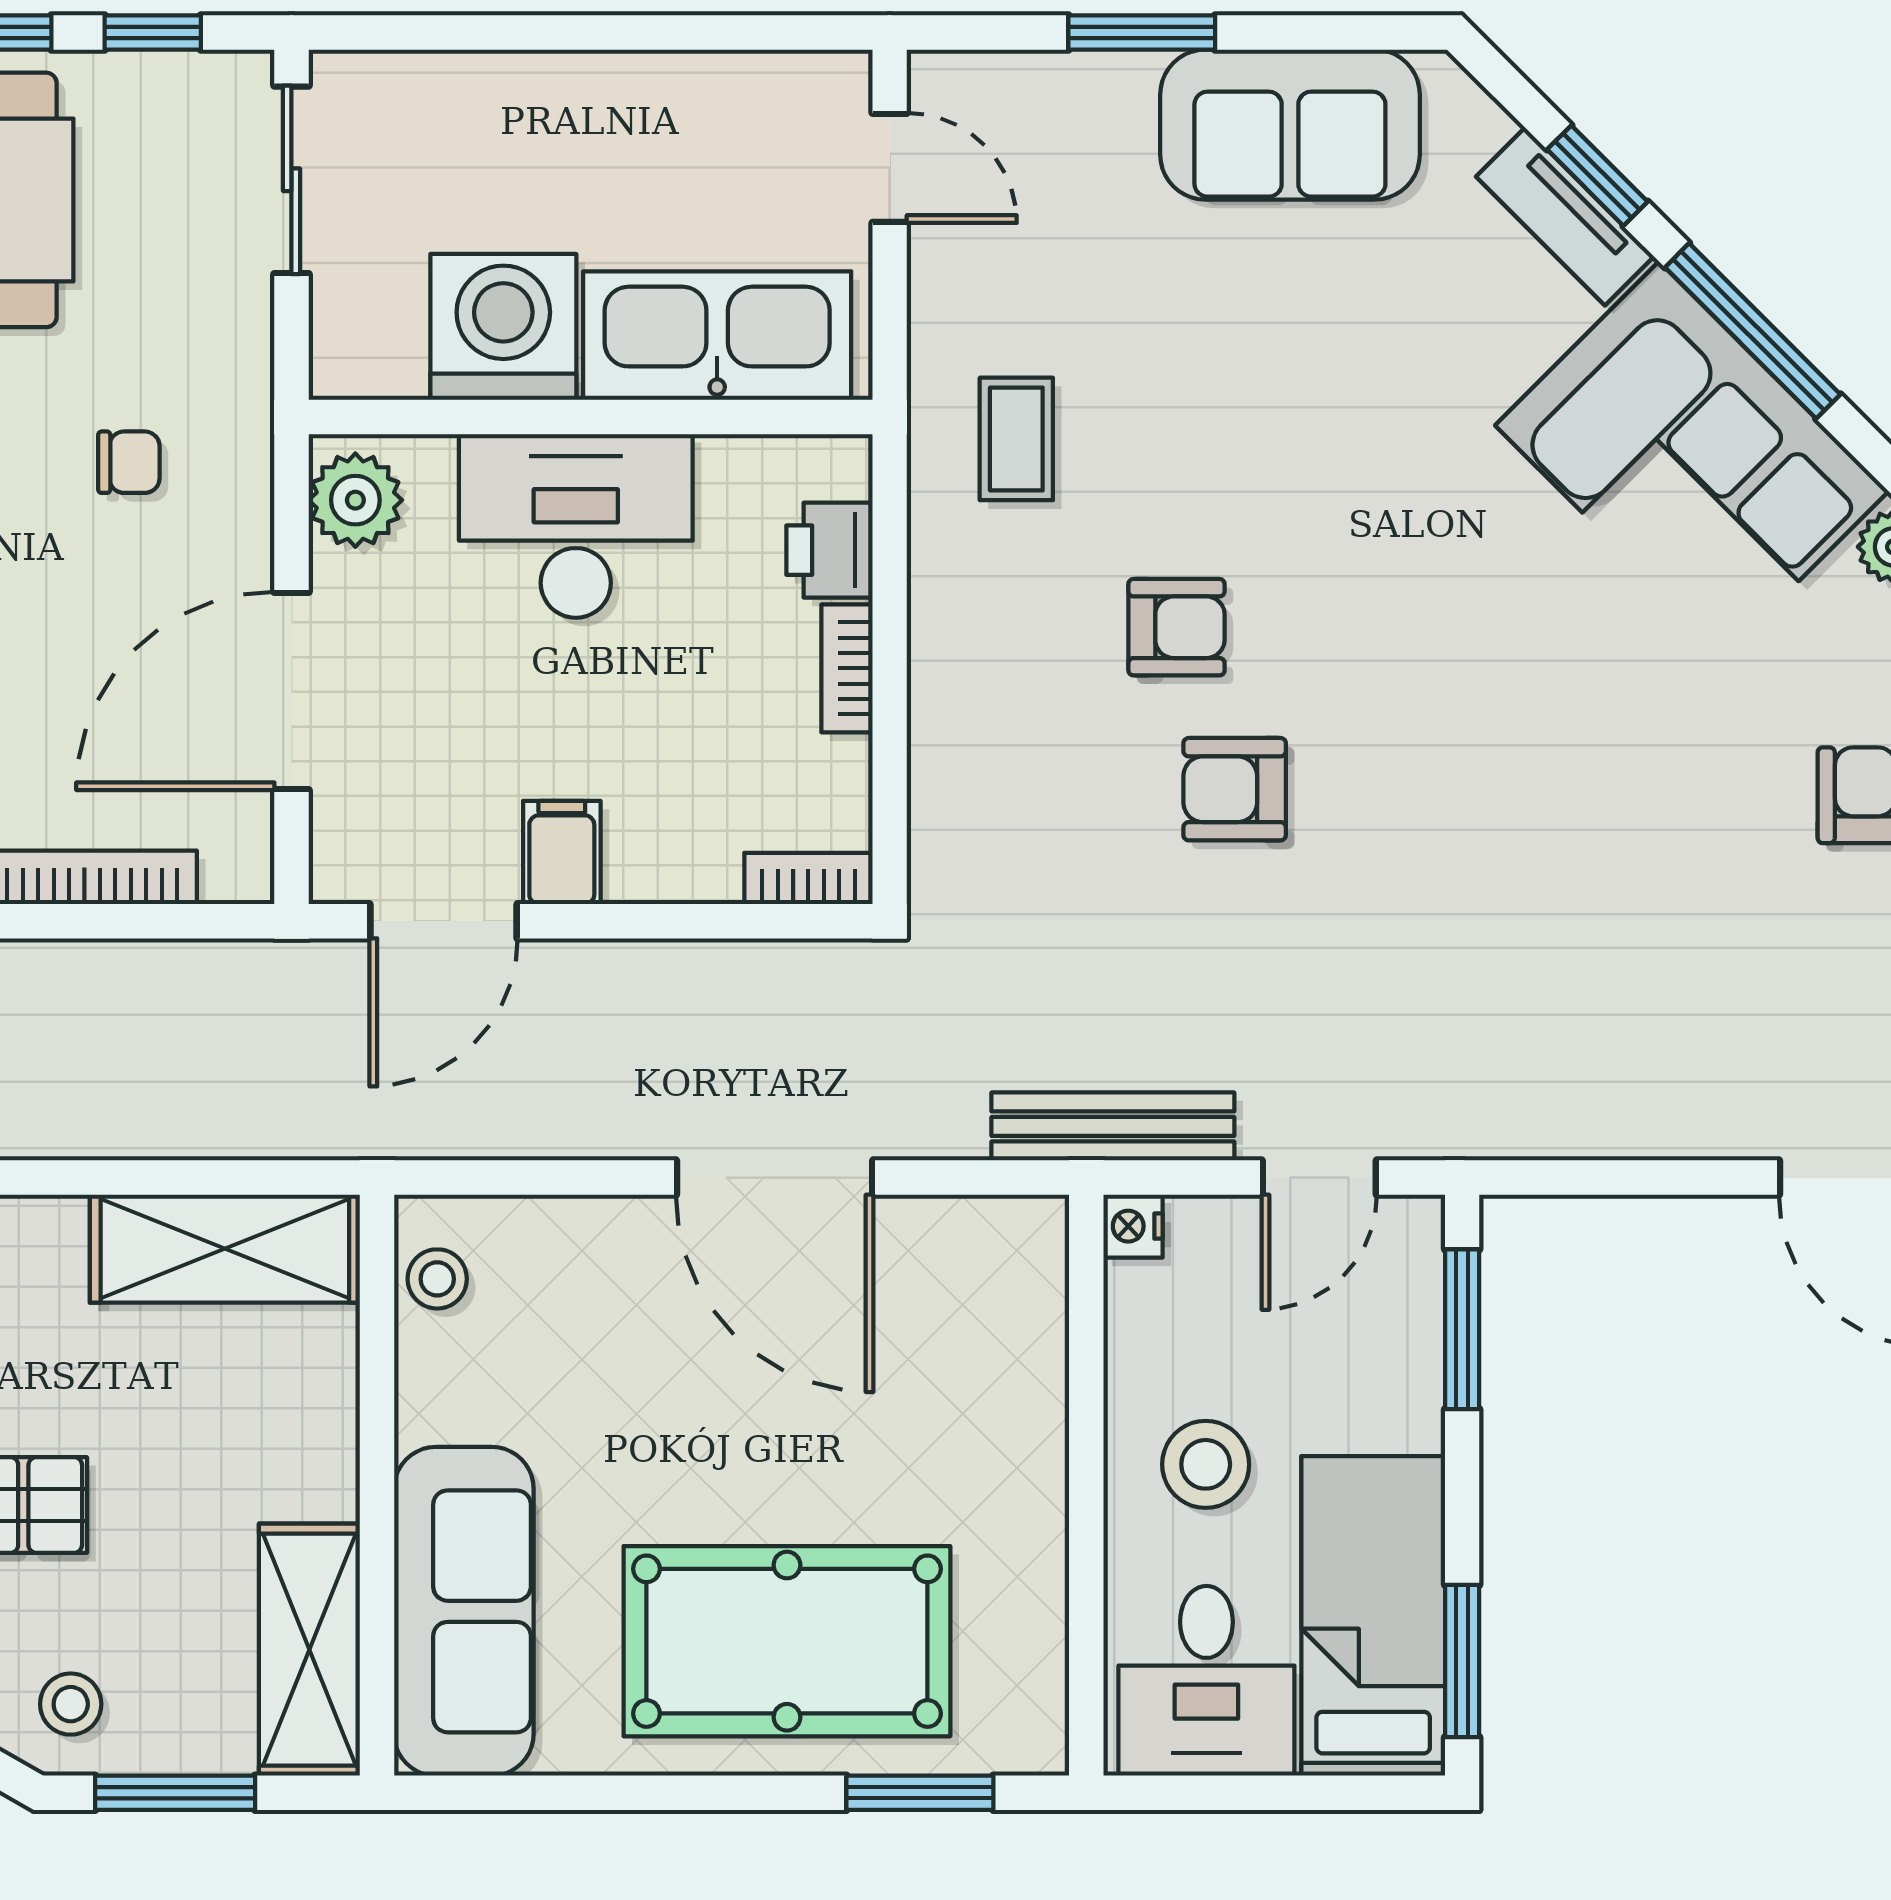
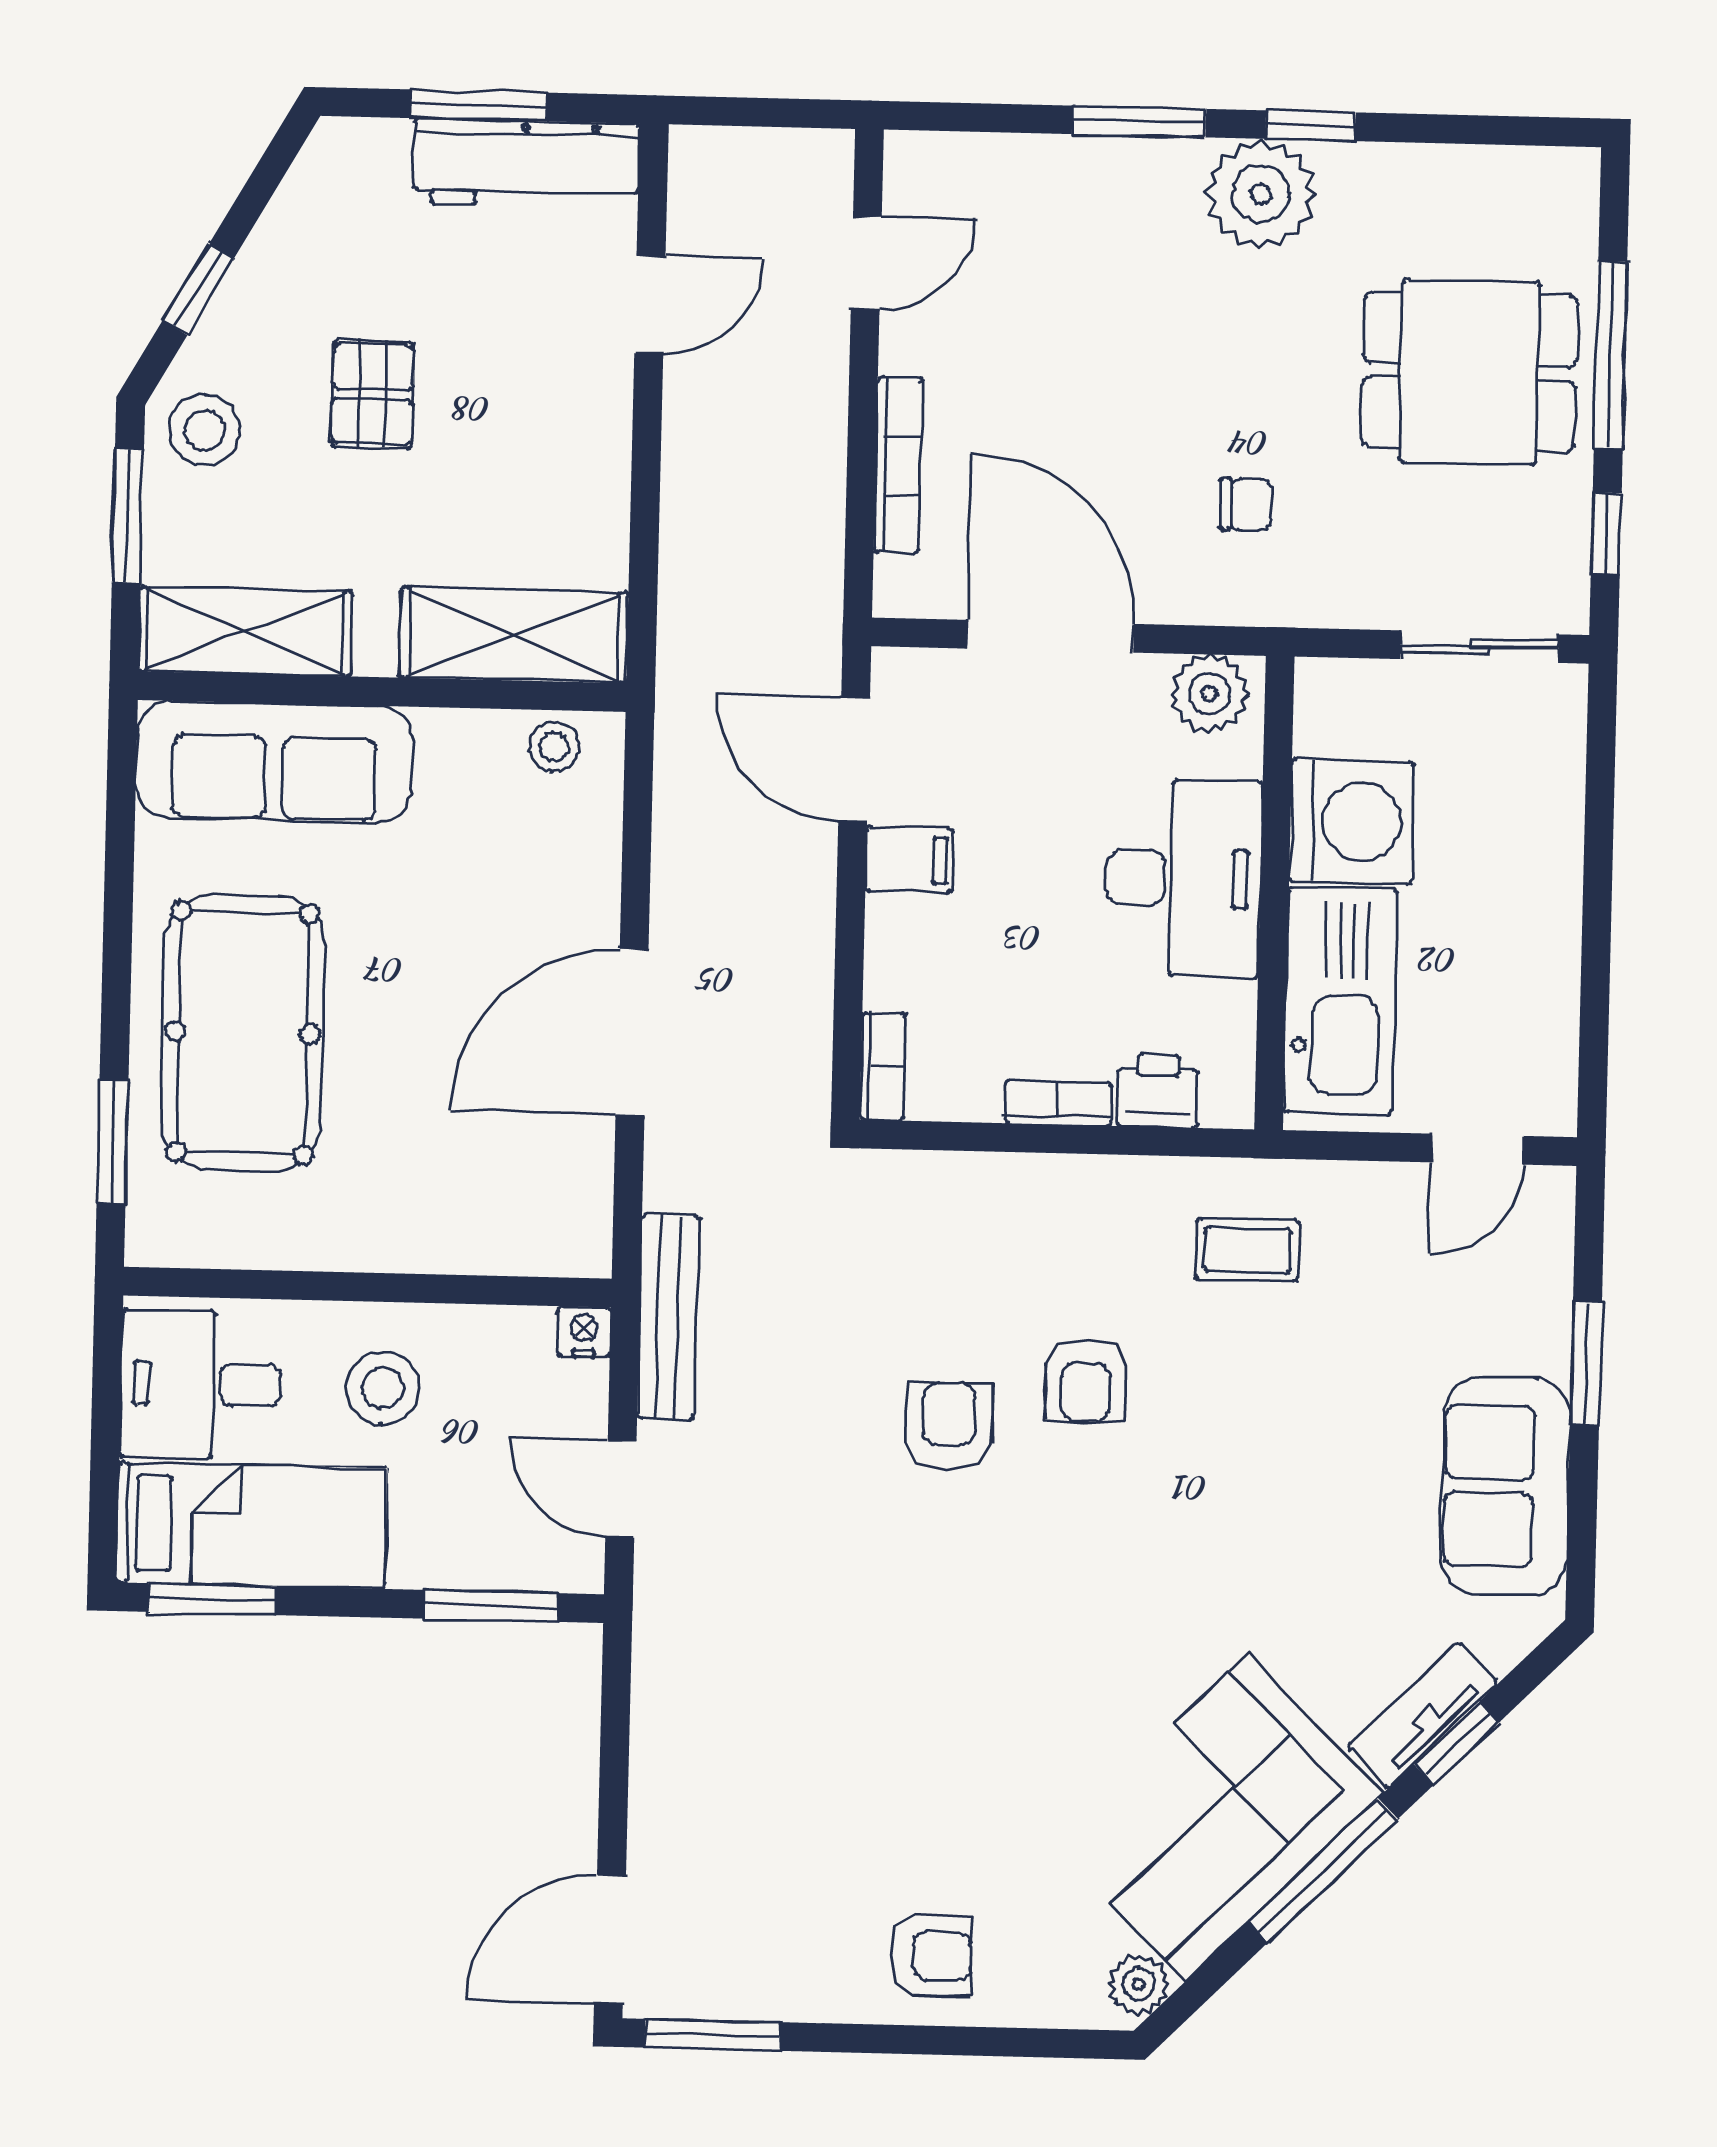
chair: (129, 462) -> (1246, 504), turned -90
shelving: (225, 1249) -> (514, 635), moved, turned 90
stool: (71, 1704) -> (204, 430), width x1.37, depth x1.37

